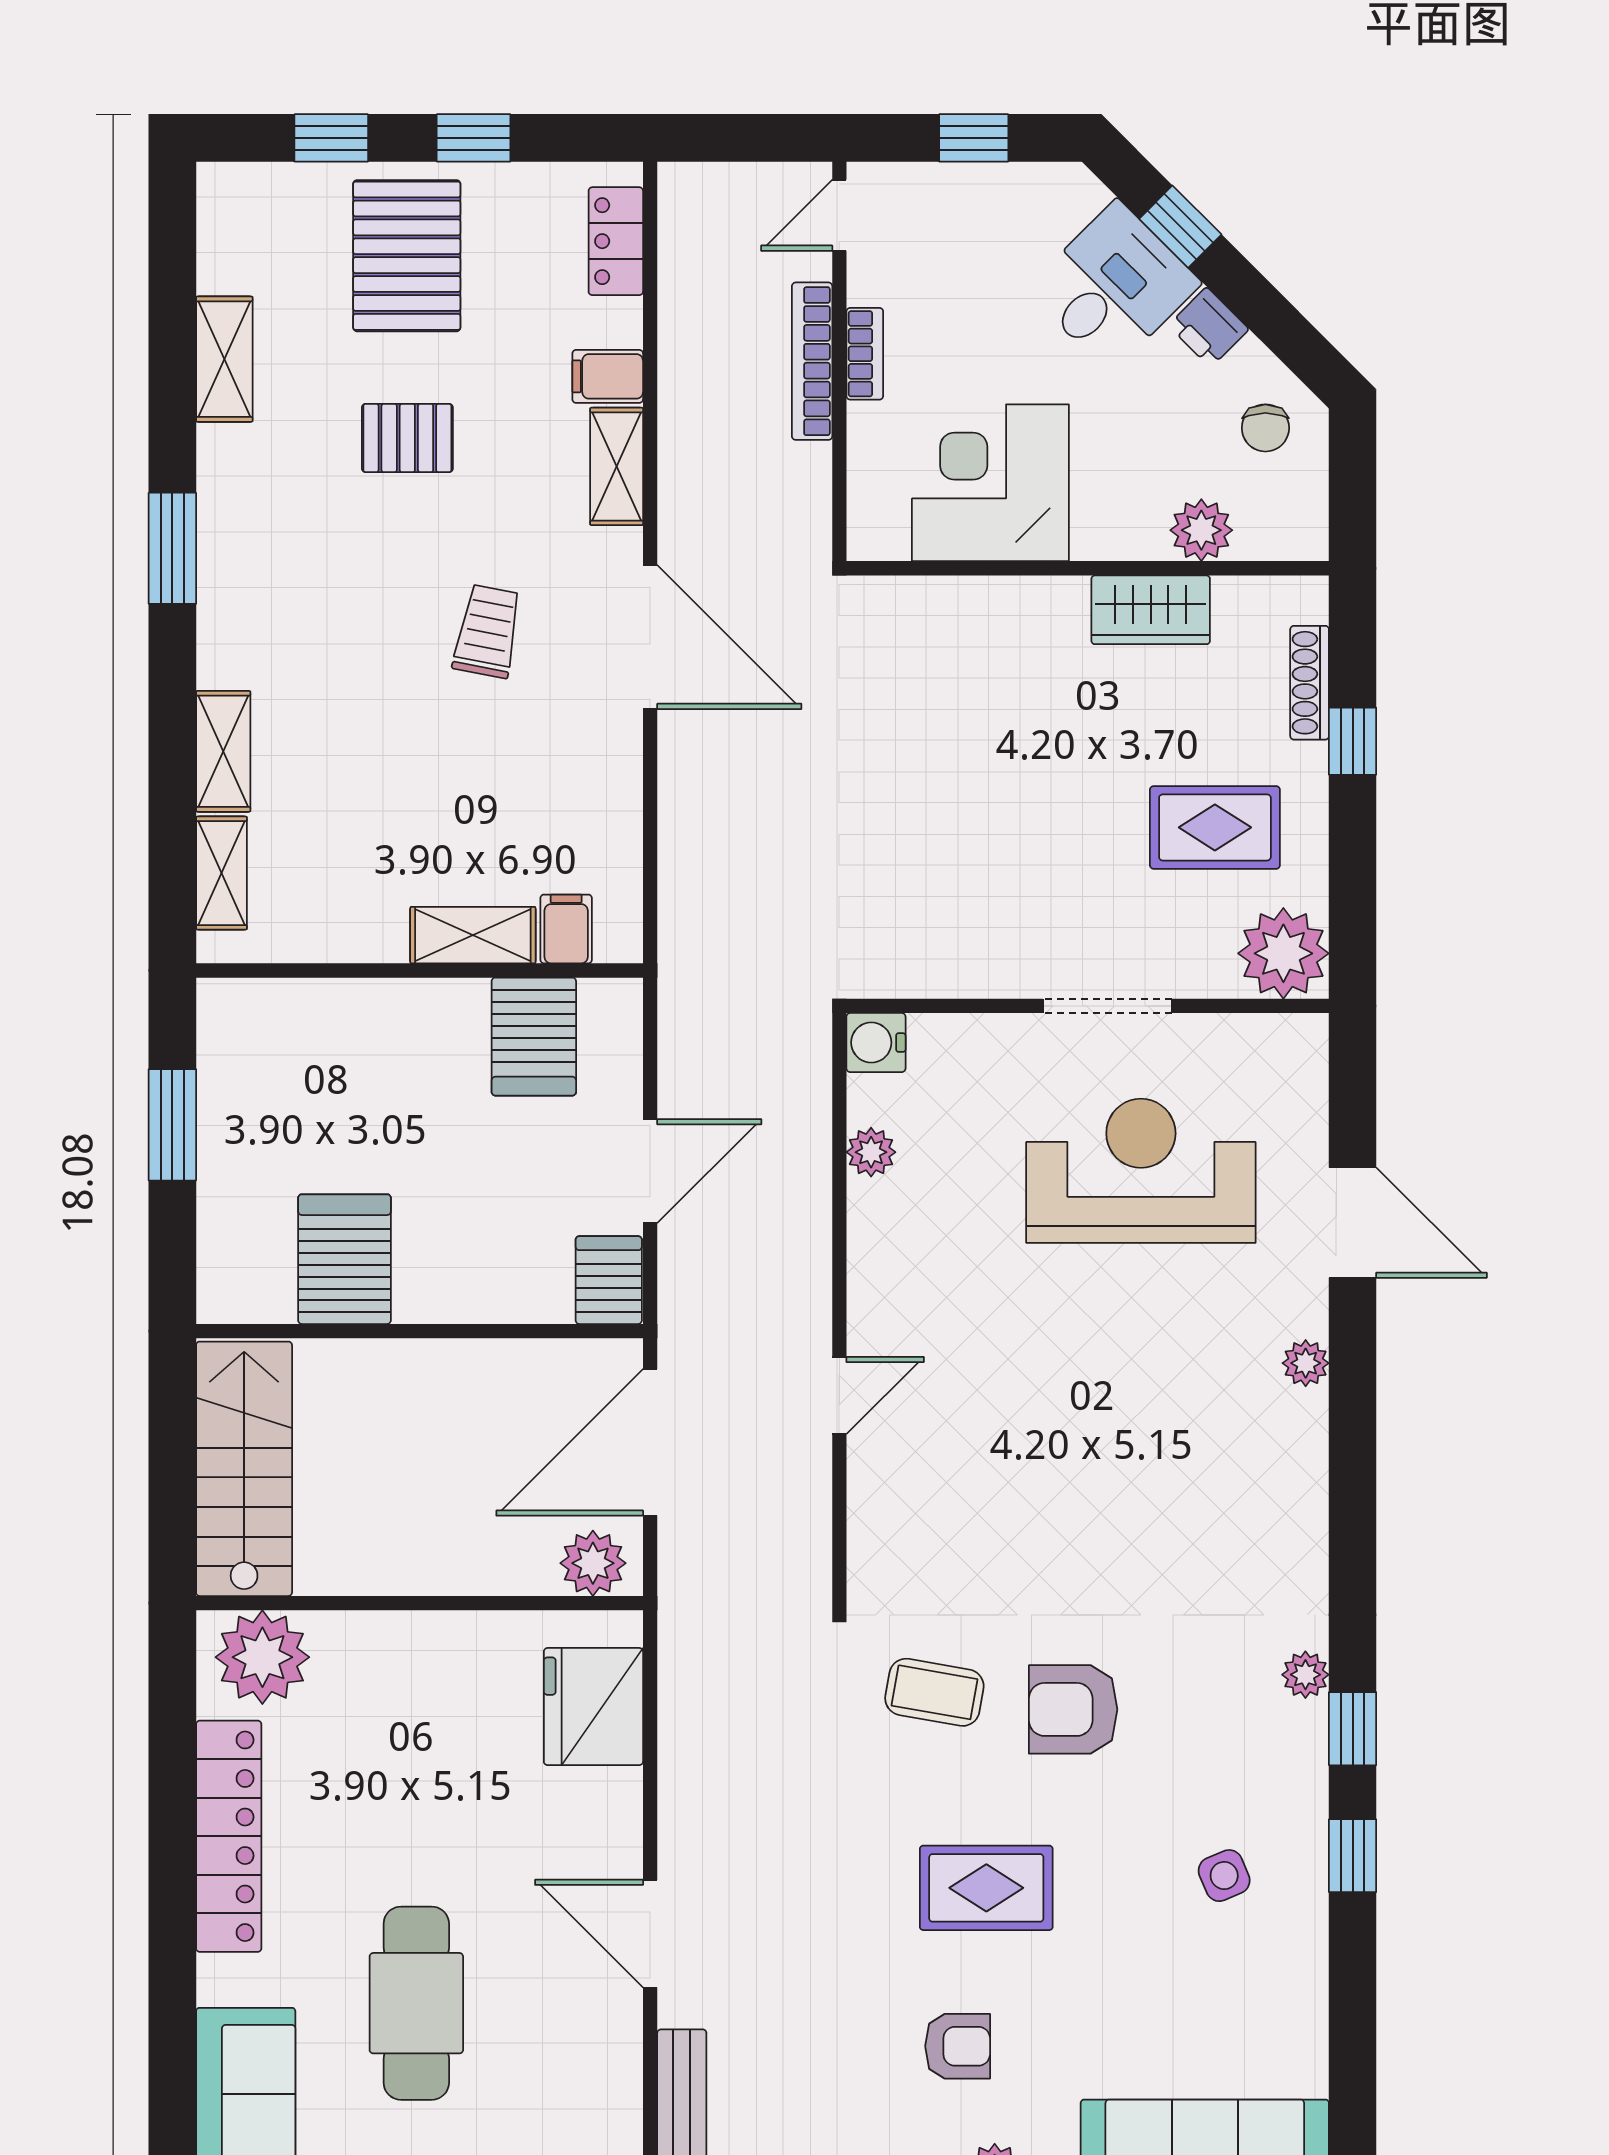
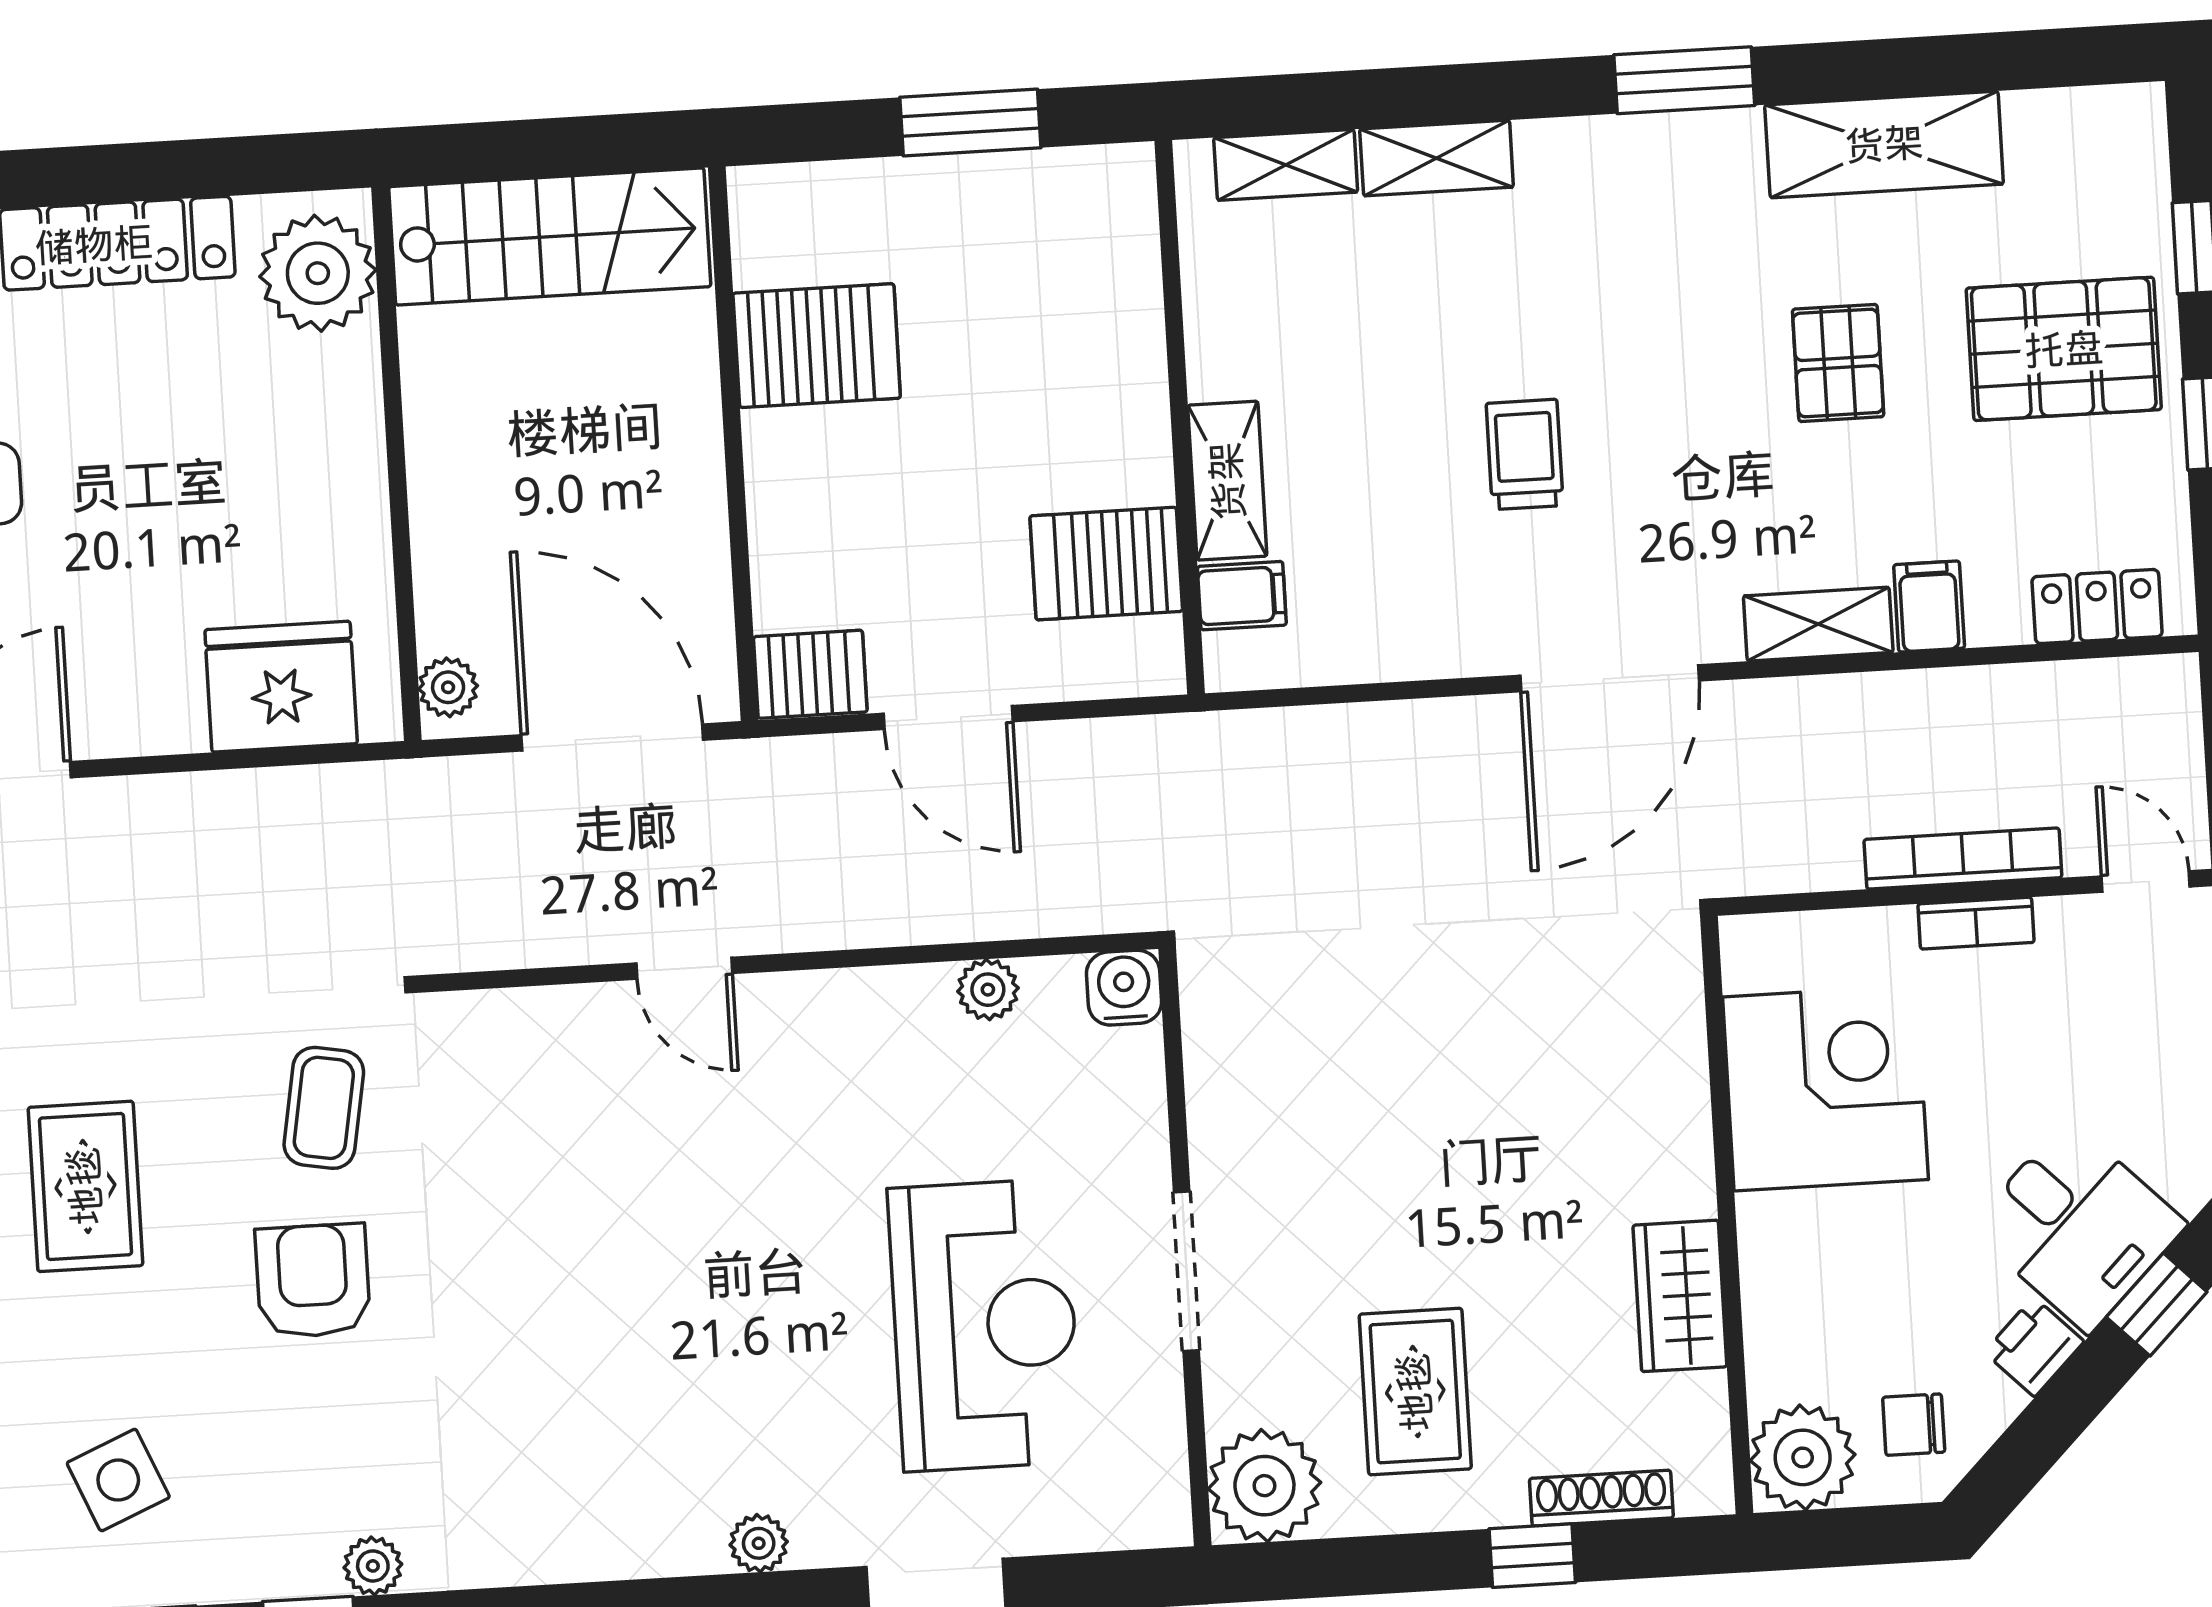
shelving: (224, 359) -> (1884, 144), width x1.50, depth x1.33
plant: (1201, 530) -> (1803, 1457), moved, width x1.36, depth x1.36
trolley: (488, 631) -> (1525, 454), moved, turned -101
plant: (593, 1563) -> (448, 687), width x0.73, depth x0.73
side table: (1224, 1876) -> (118, 1480), width x1.37, depth x1.37

